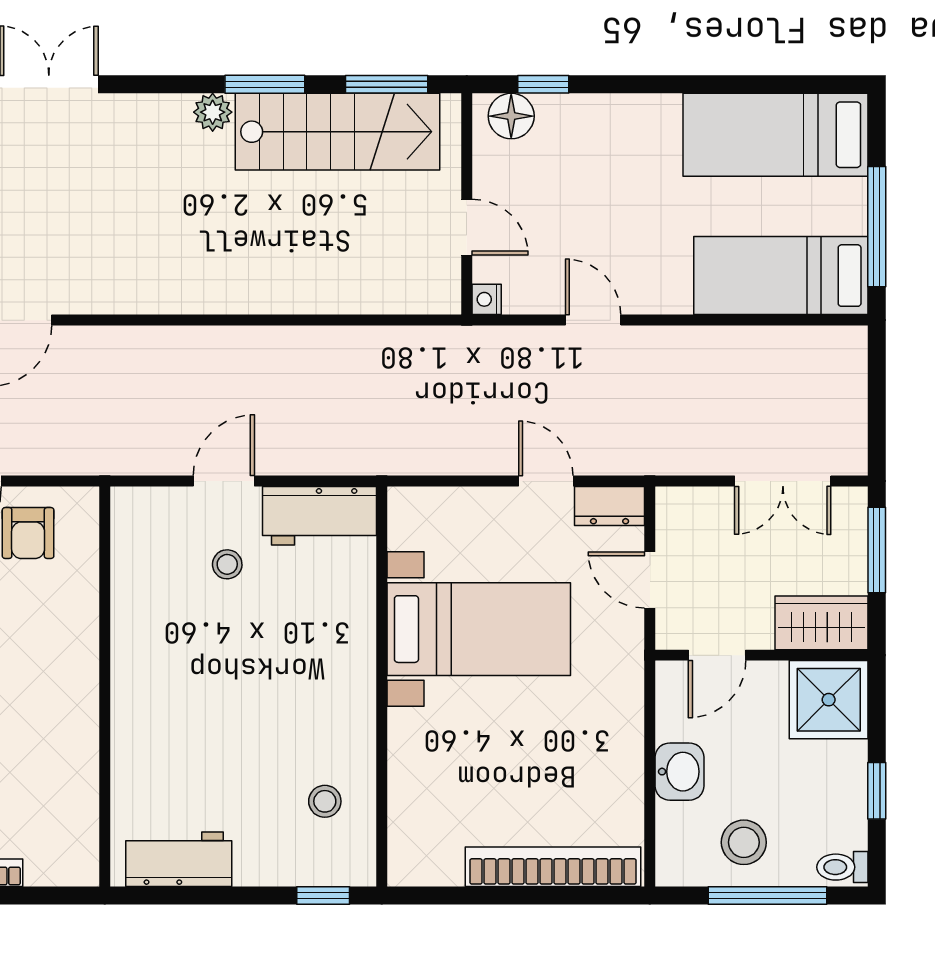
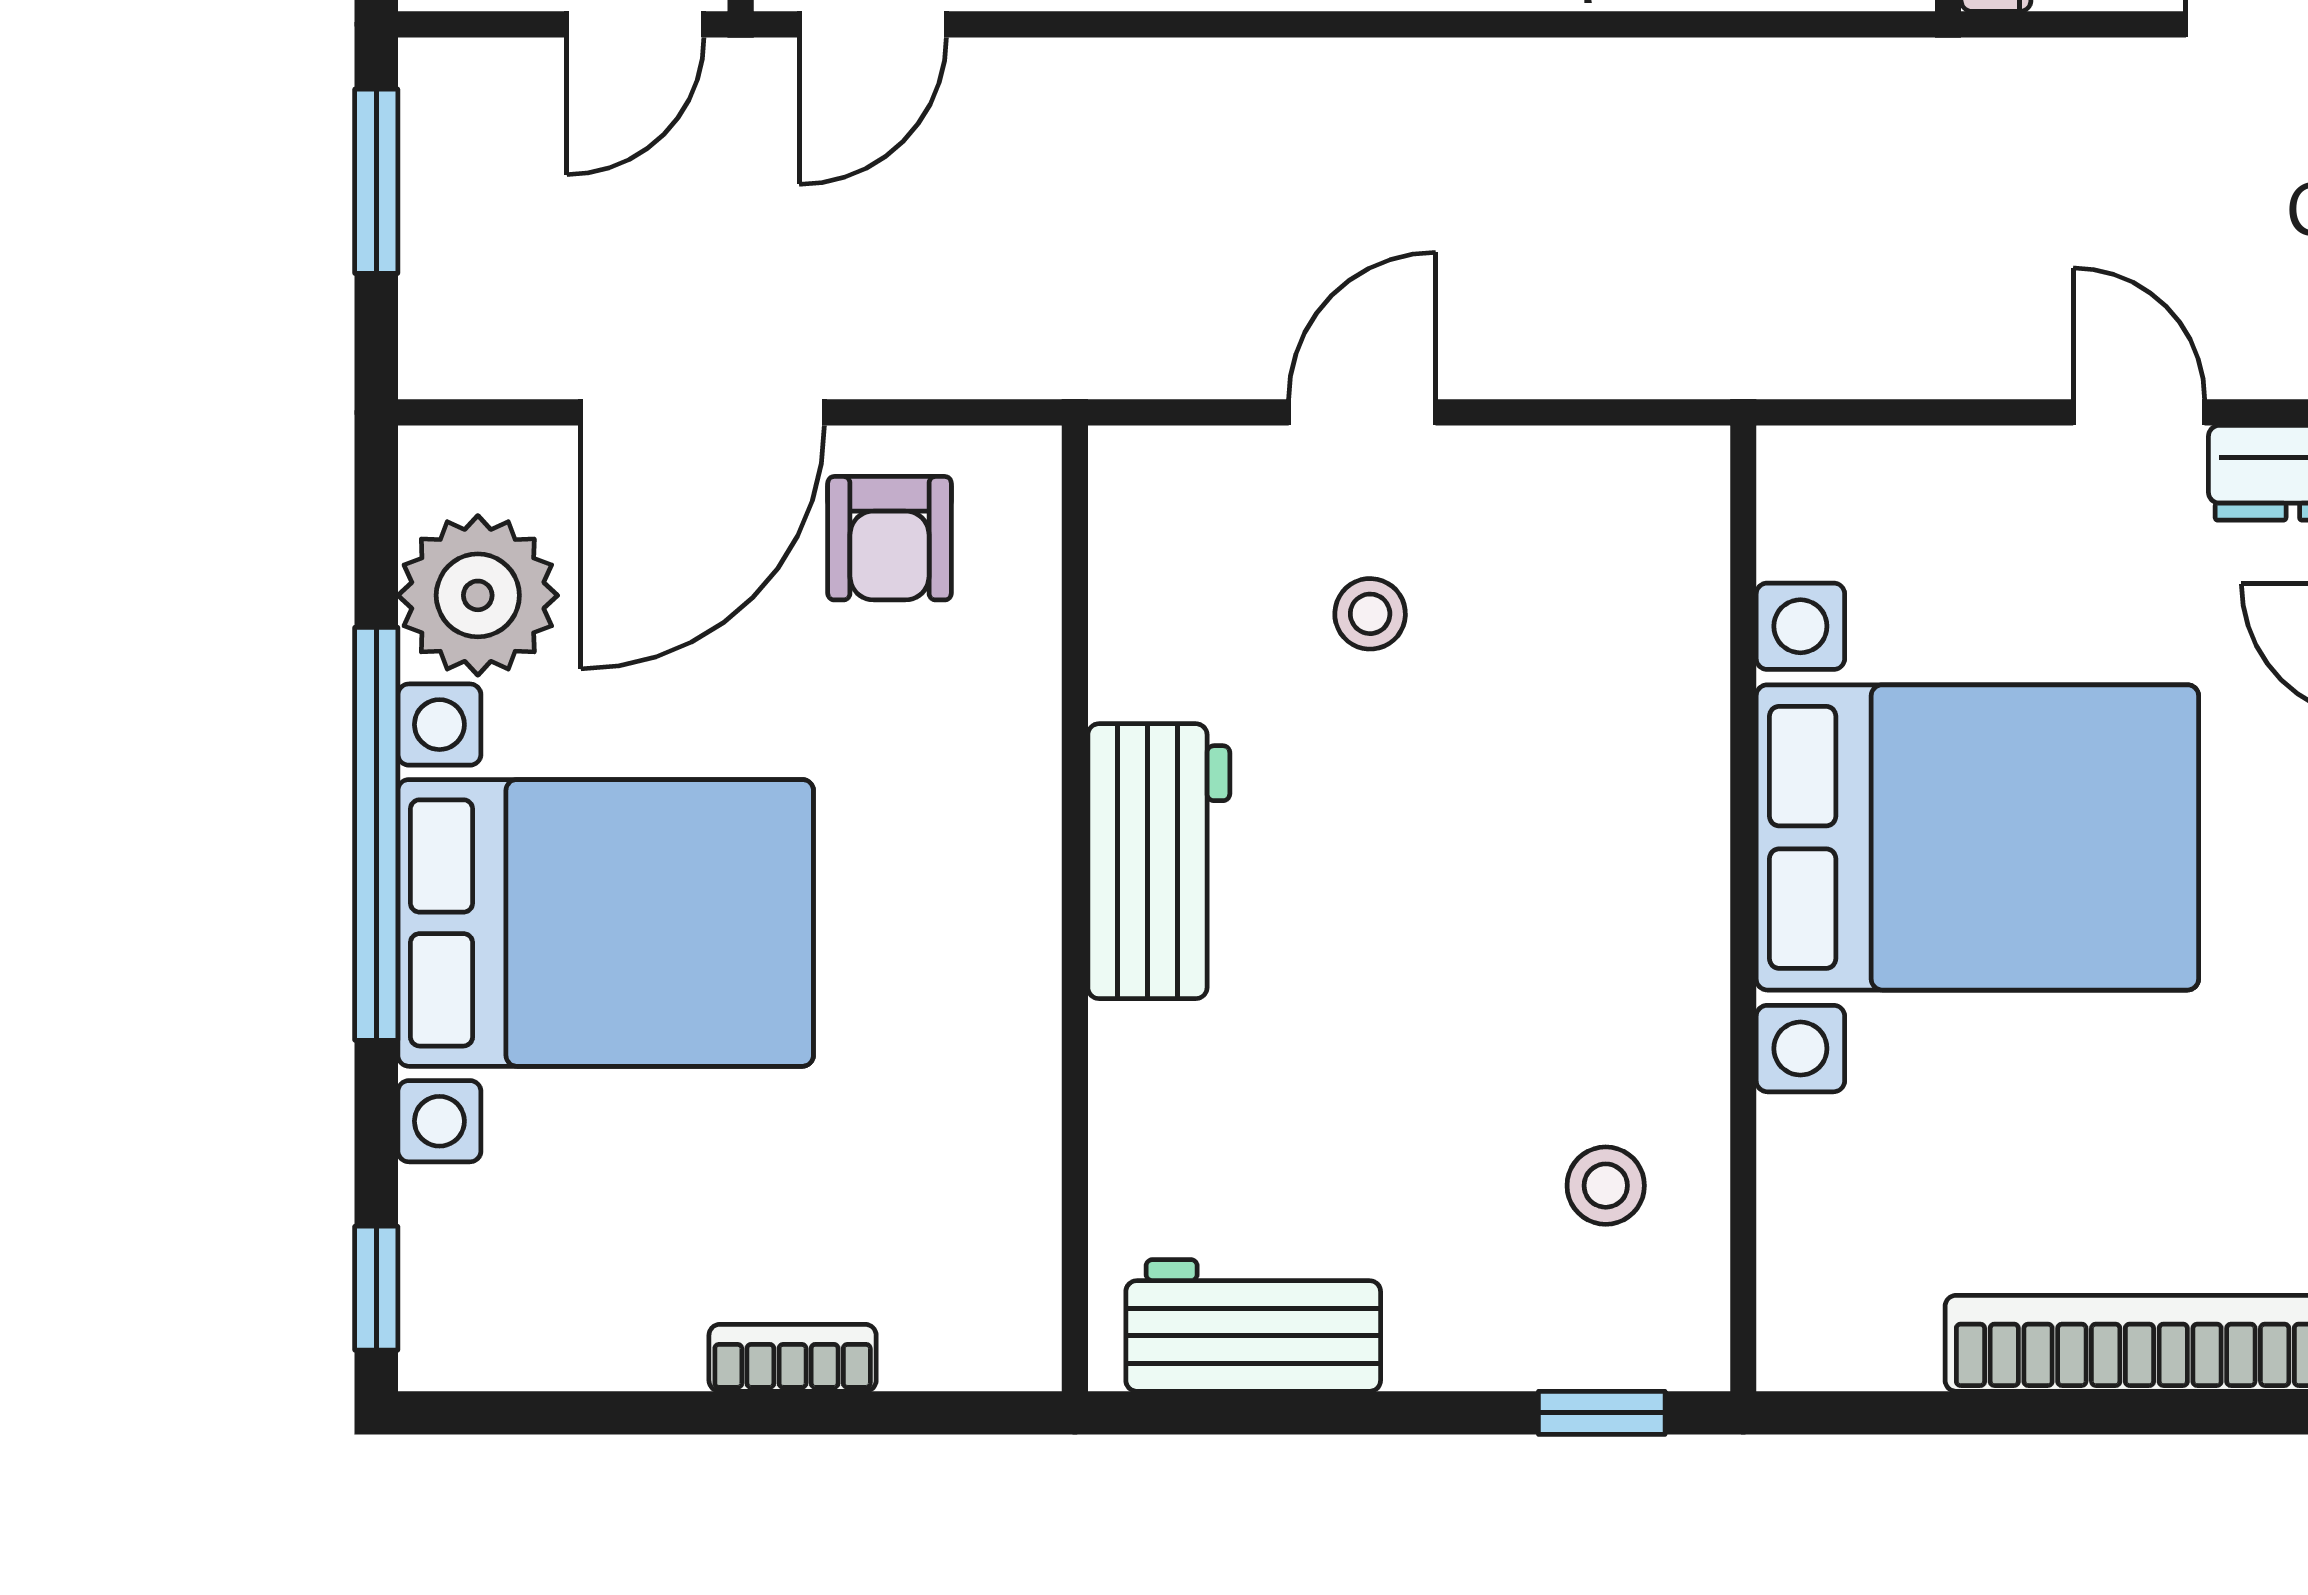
workbench: (320, 516) -> (1159, 861), moved, turned -90
bed with nightstands: (479, 629) -> (1977, 837), width x1.36

